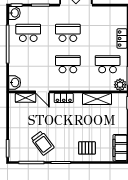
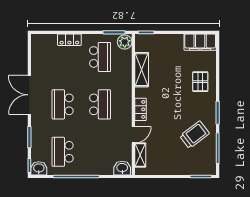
school desk: (68, 64) -> (100, 104), turned 180
school desk: (108, 64) -> (100, 57), turned 180

